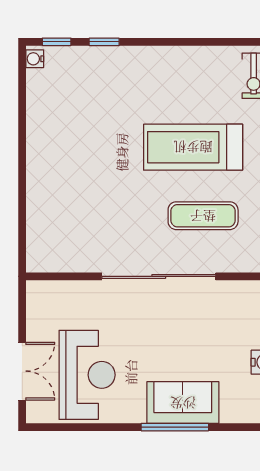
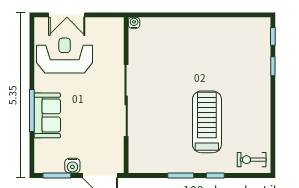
water cooler: (35, 59) -> (134, 23), moved
exercise mat: (203, 216) -> (164, 128), removed
reception desk: (87, 375) -> (65, 56), turned 180

